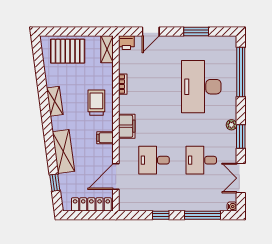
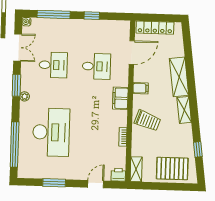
shelving: (55, 101) -> (184, 110), moved
trolley: (96, 103) -> (147, 121), turned -70
window: (55, 183) -> (198, 149), moved

